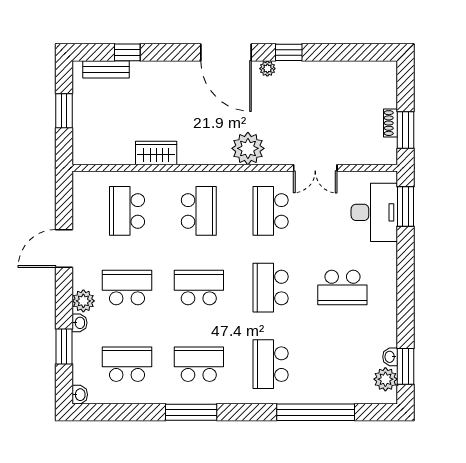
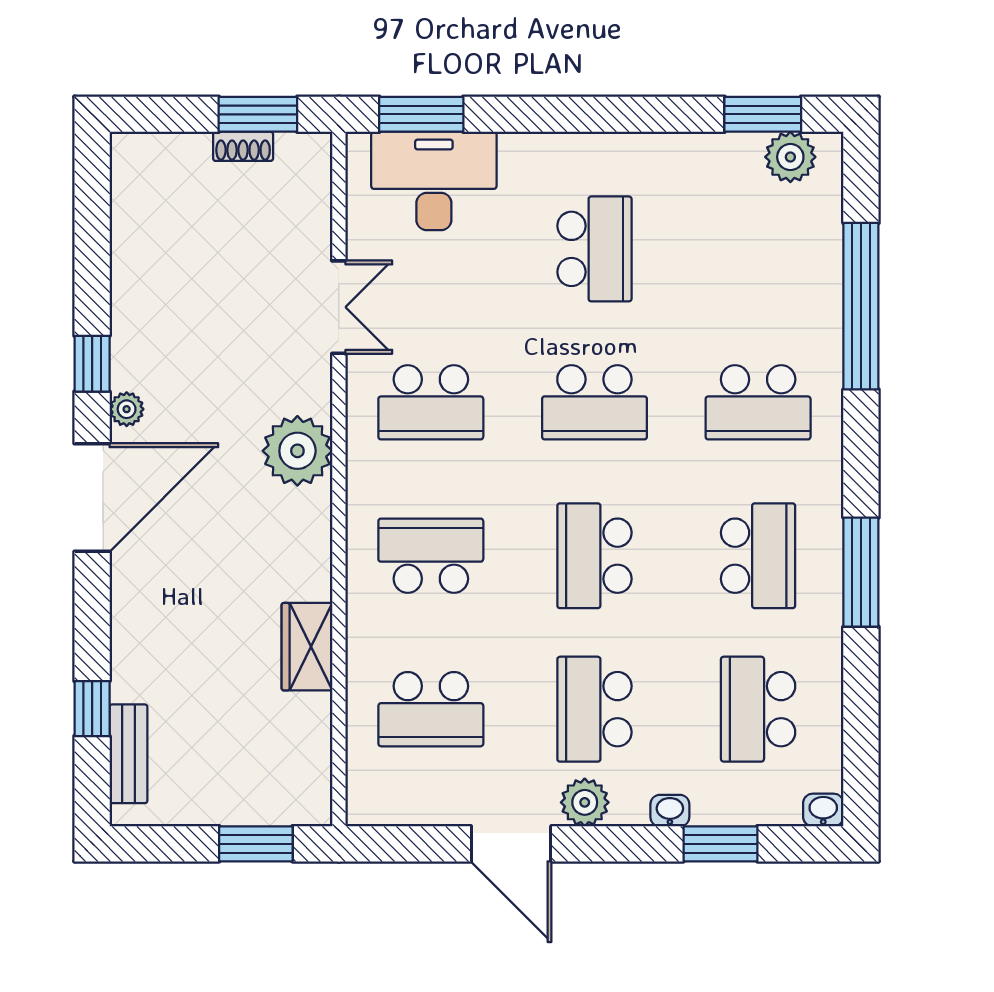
window: (64, 111) -> (256, 844), moved
plant: (83, 301) -> (585, 802), moved
washbasin: (390, 357) -> (742, 147), removed
school desk: (199, 364) -> (758, 556), turned 180

